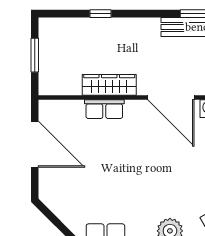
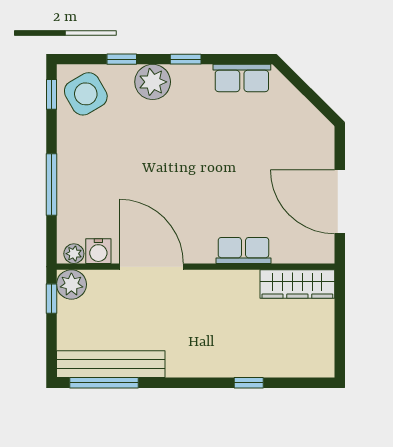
window: (35, 55) -> (340, 325), removed
wardrobe: (109, 85) -> (297, 284), moved

